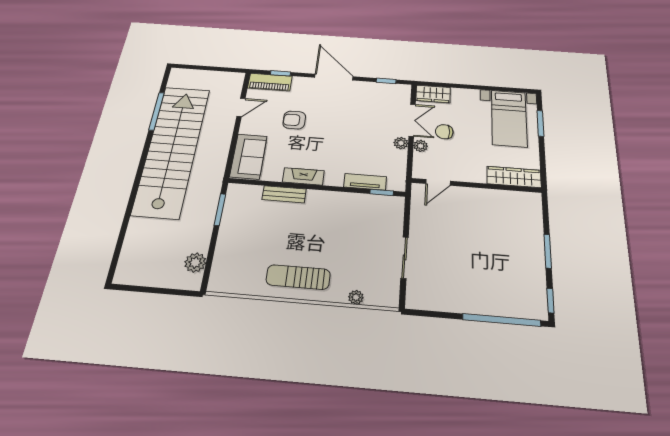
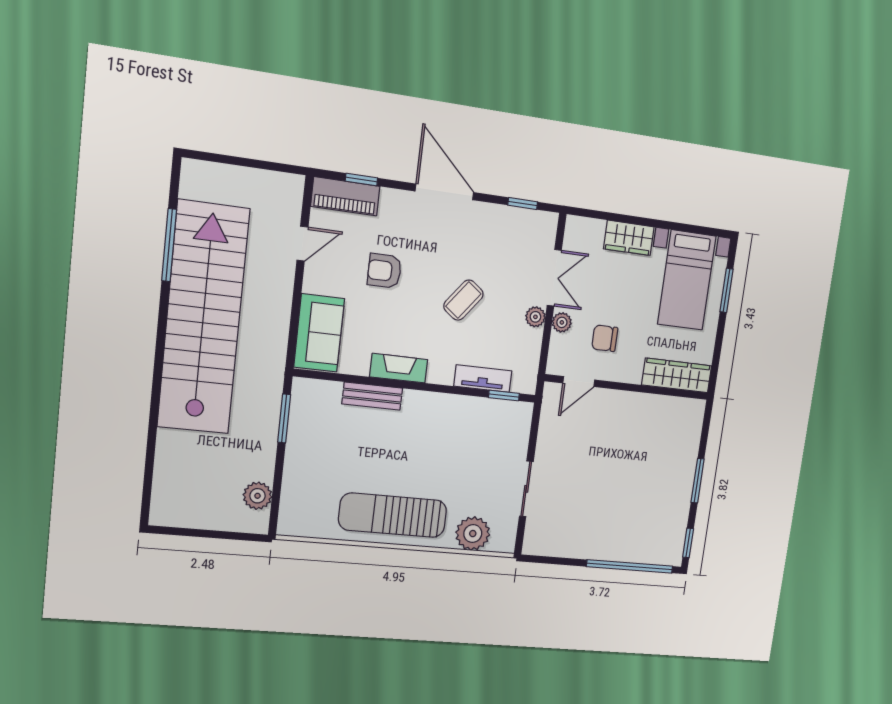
wardrobe: (433, 94) -> (629, 238), moved
chair: (444, 132) -> (605, 338), moved
coffee table: (349, 135) -> (463, 300), added
sun lounger: (298, 277) -> (393, 515), width x1.36, depth x1.34
plant: (356, 297) -> (473, 534), width x1.87, depth x1.87

